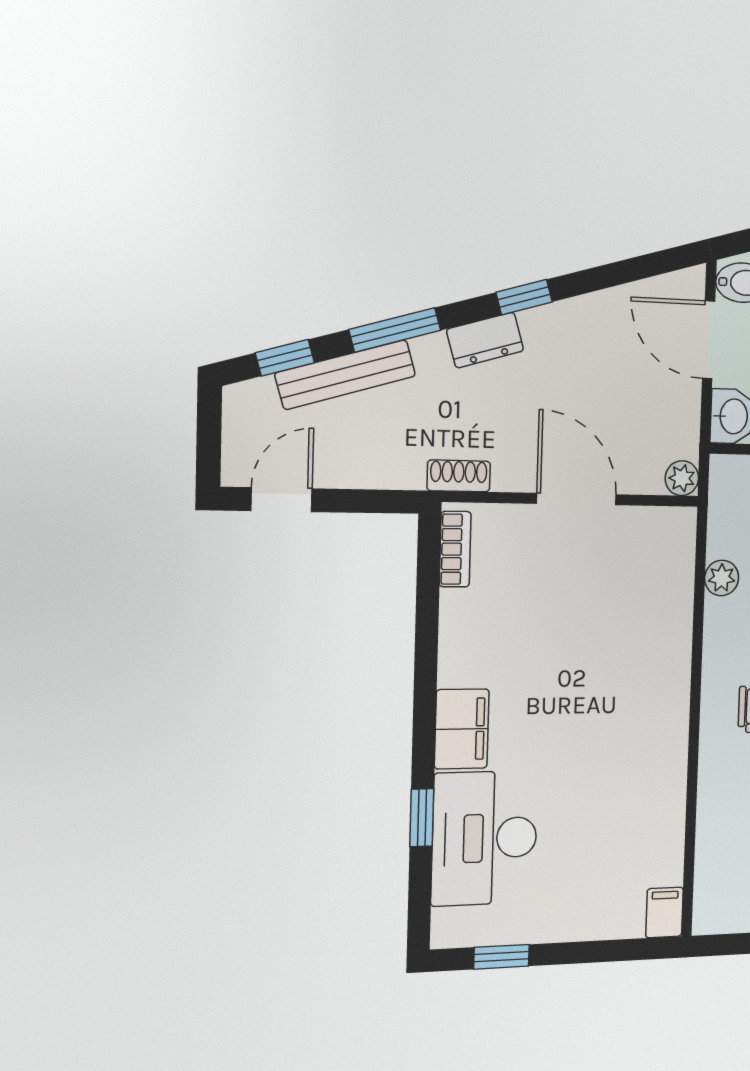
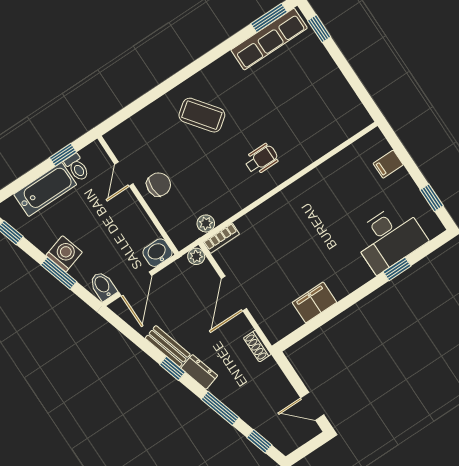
bench: (346, 375) -> (168, 346), moved, width x0.73
bookcase: (455, 549) -> (221, 238), moved, turned 180
plant: (722, 578) -> (206, 223), moved
filing cabinet: (462, 729) -> (314, 302), moved
filing cabinet: (664, 912) -> (388, 164), moved

